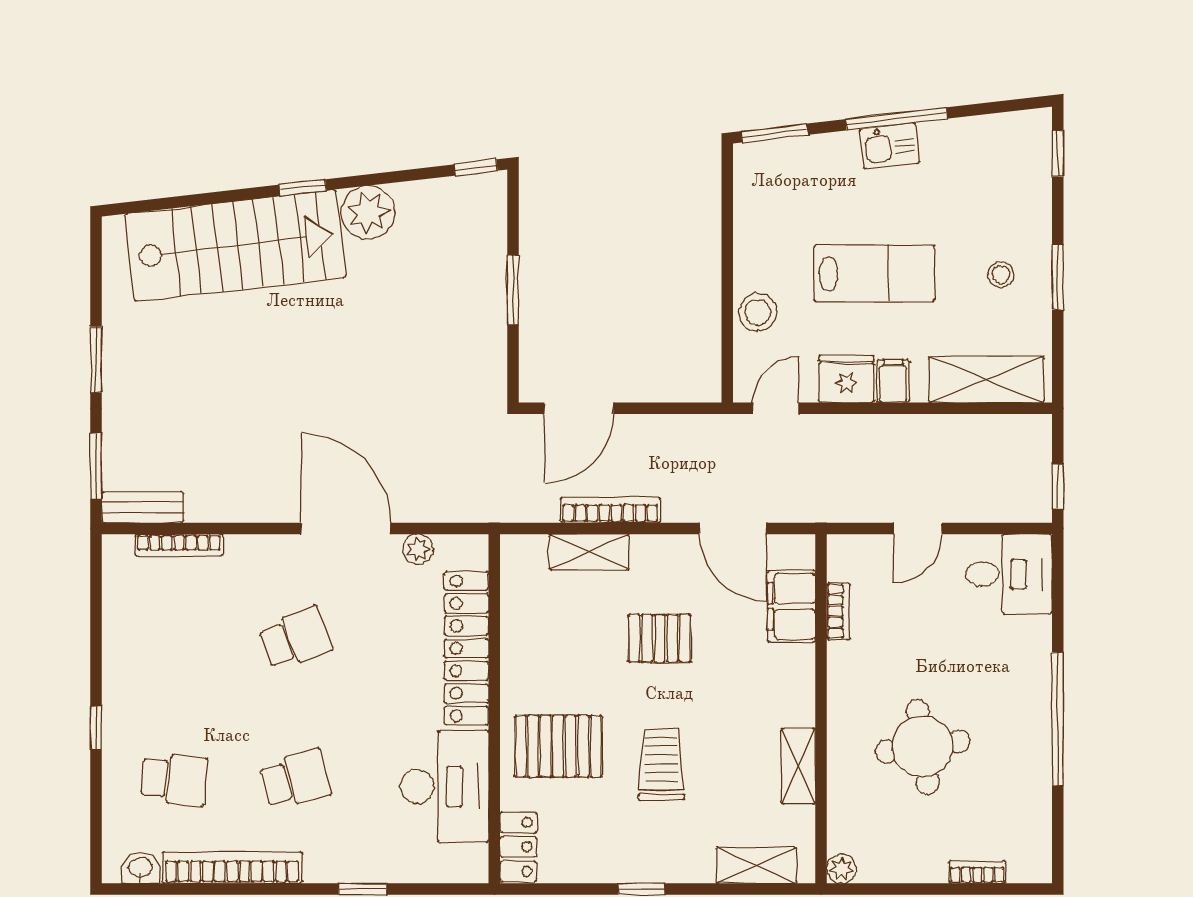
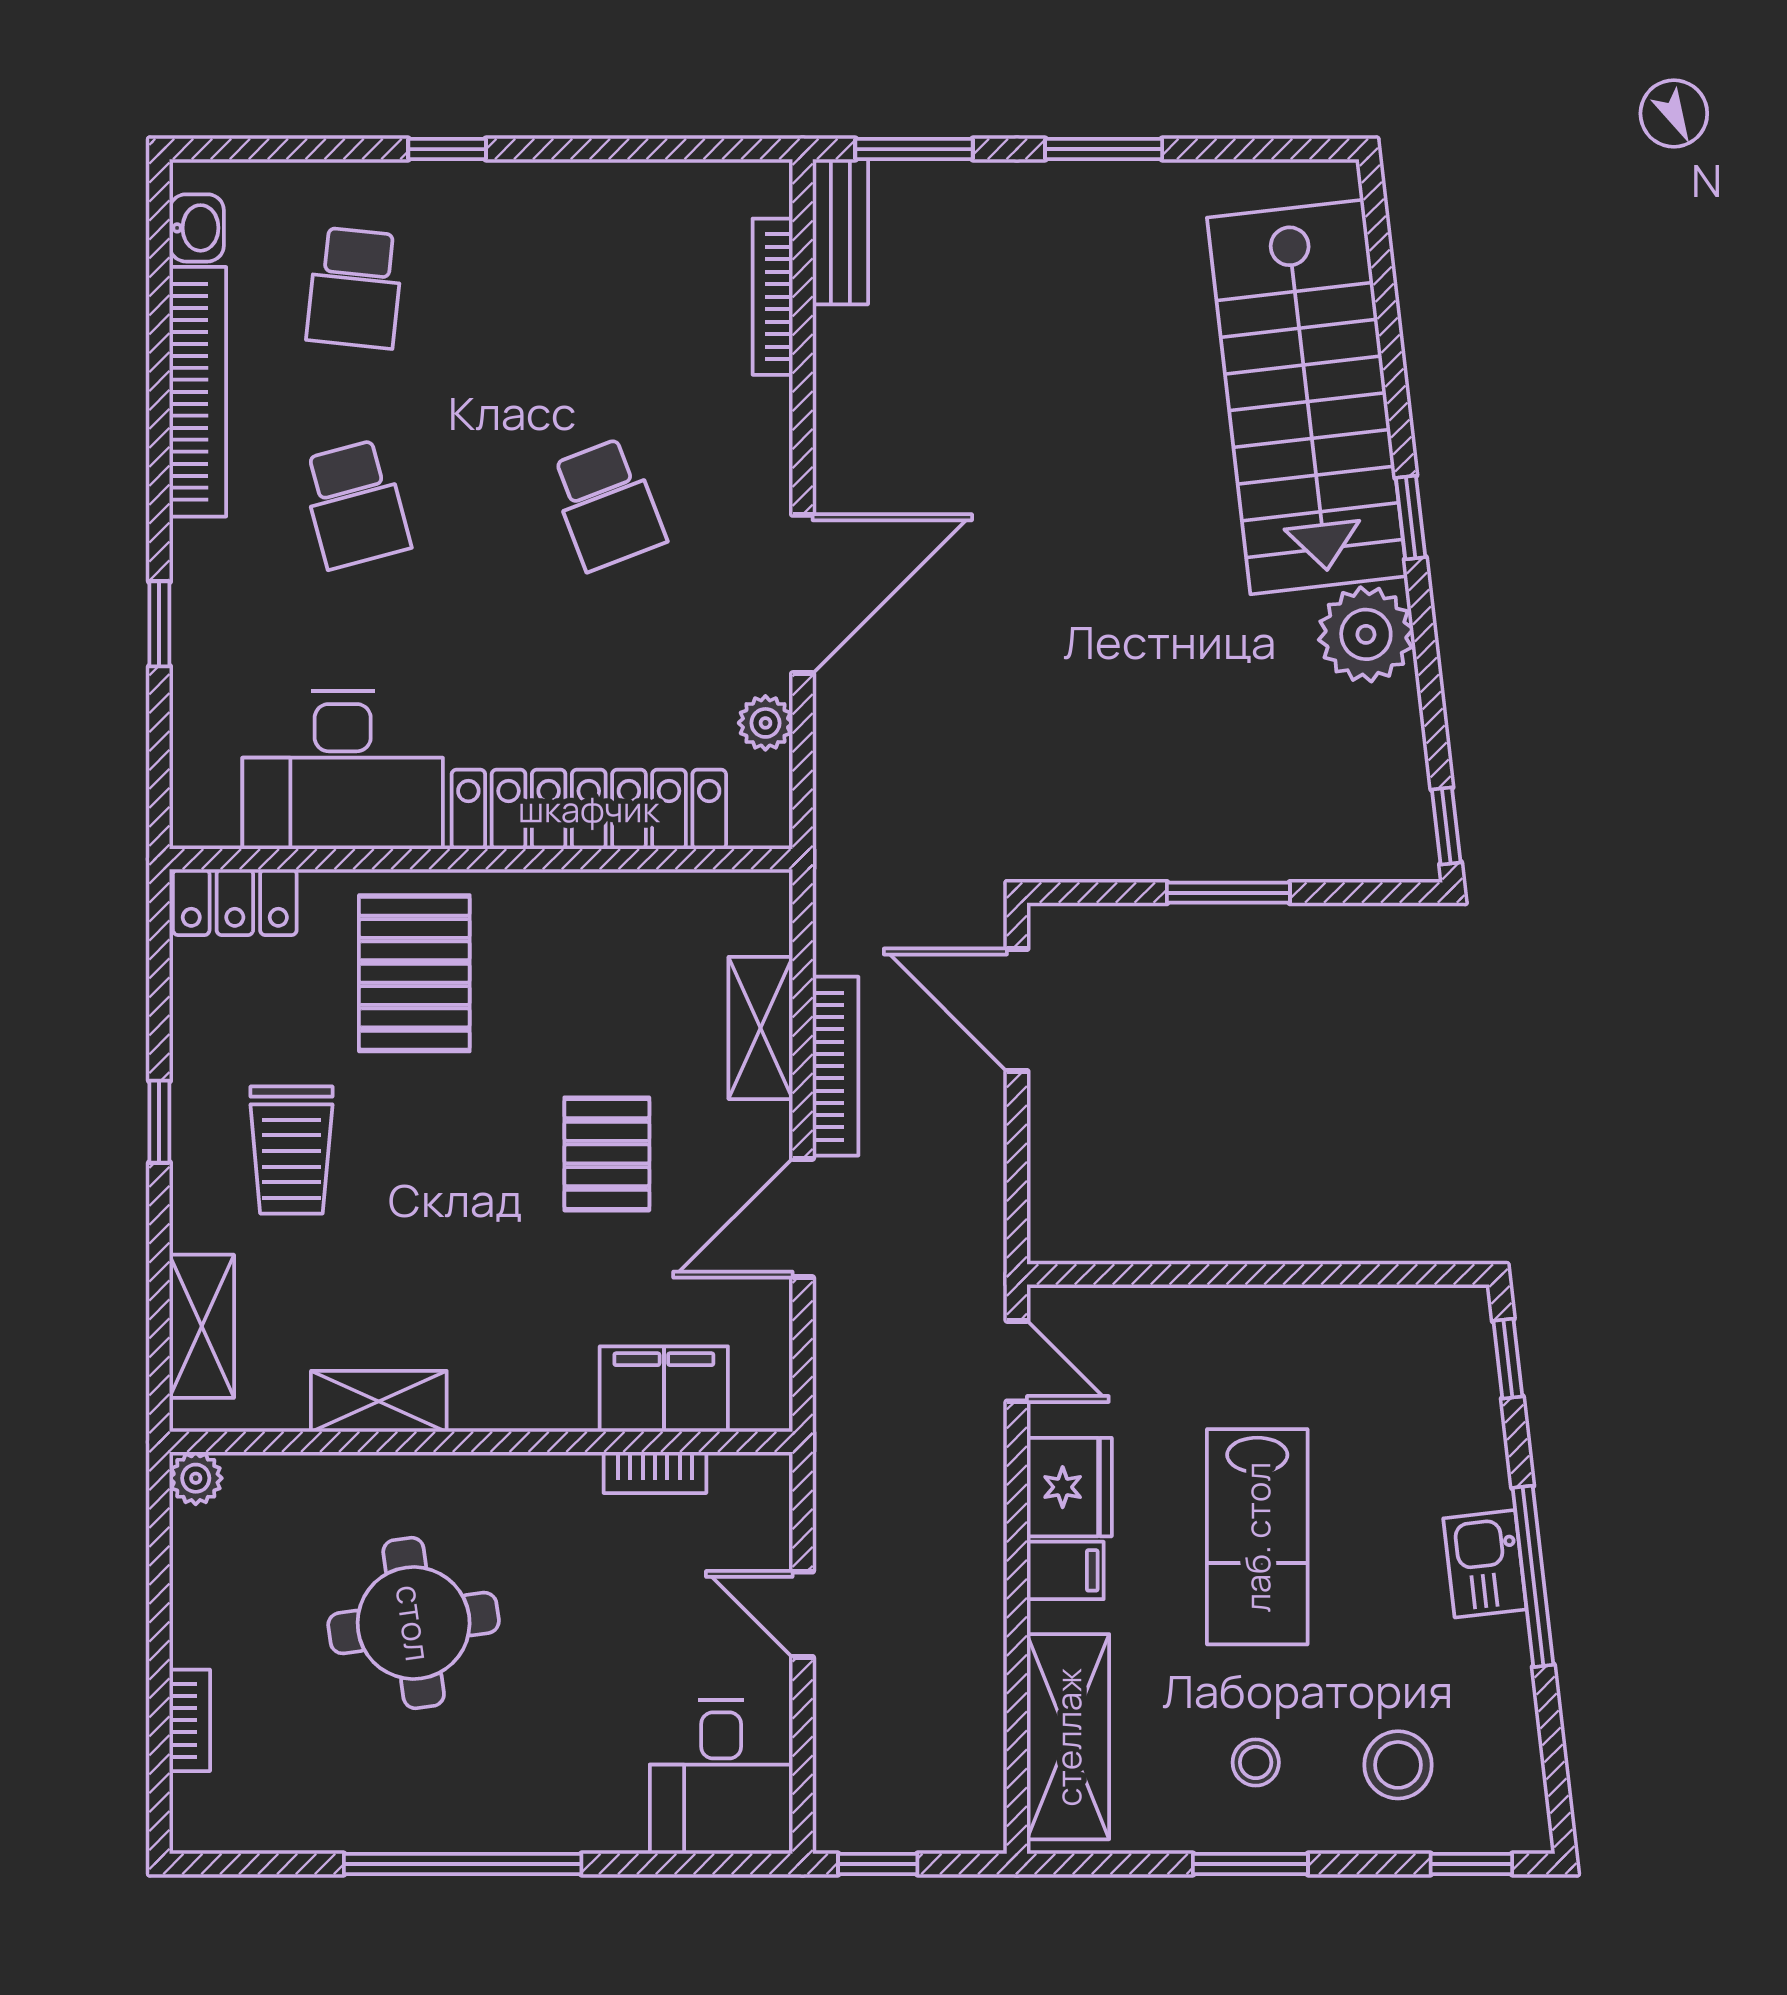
window: (774, 133) -> (1508, 1359), width x0.67
stool: (758, 312) -> (1398, 1765), moved
door: (733, 528) -> (803, 1218), moved
trolley: (661, 764) -> (291, 1150), moved, turned 90

